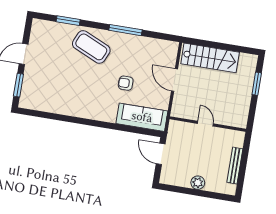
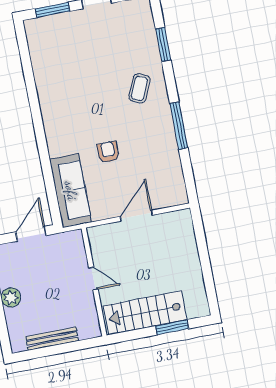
coffee table: (91, 47) -> (139, 88), width x0.54, depth x0.58
stairs: (210, 58) -> (145, 313), moved, turned 90
door: (205, 124) -> (93, 279), hinge flipped

